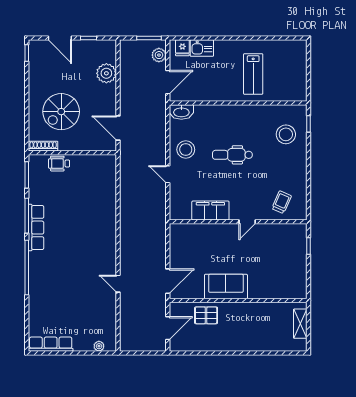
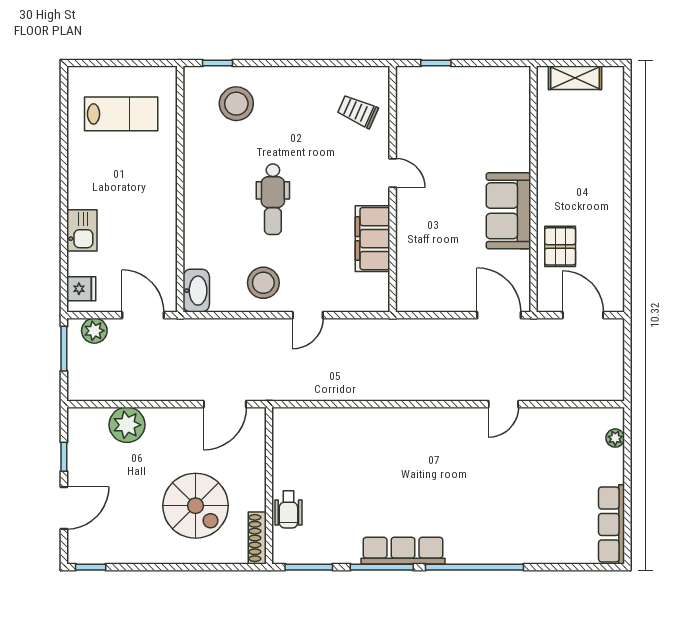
kitchen sink: (202, 48) -> (82, 230), moved
lab bench: (253, 74) -> (121, 114), moved

